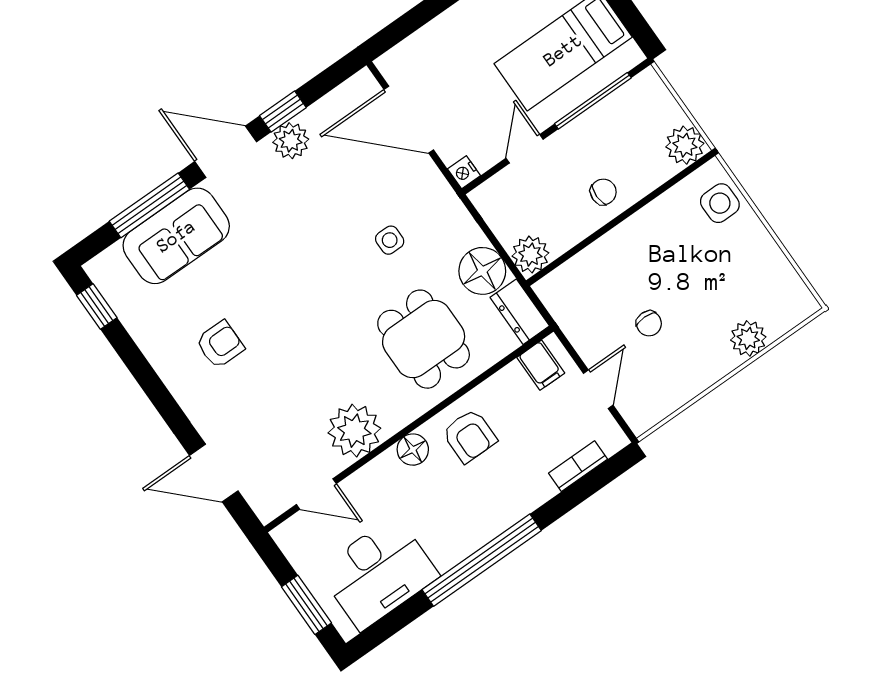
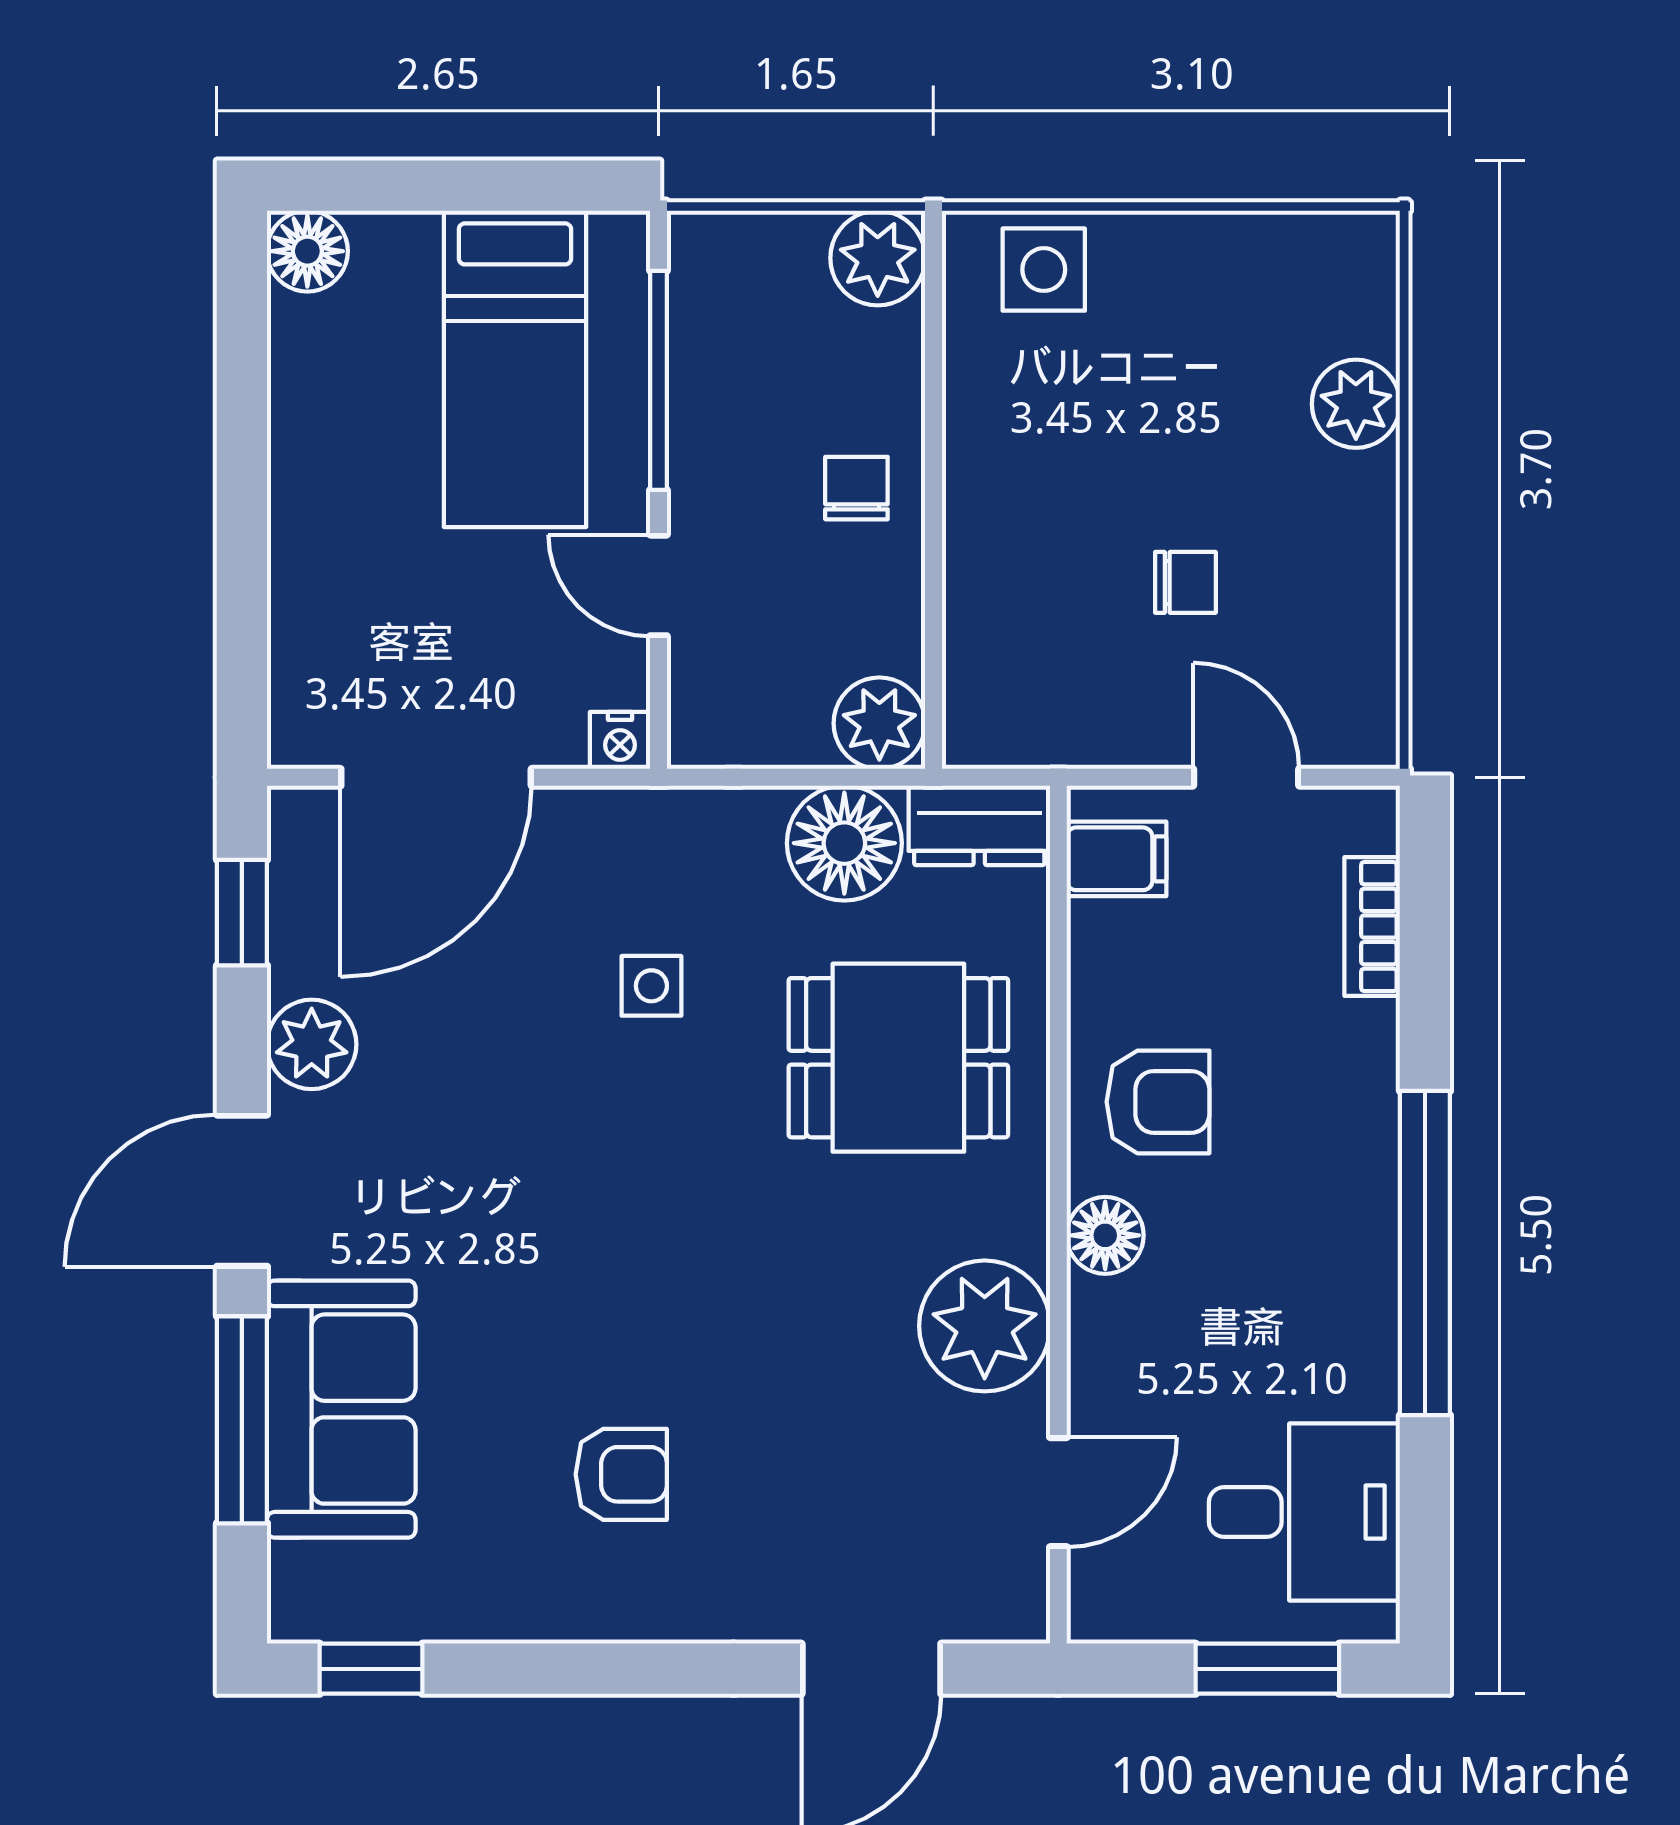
window: (283, 112) -> (242, 913), moved
armchair: (220, 344) -> (621, 1474), turned 90
desk: (378, 573) -> (1304, 1512), width x0.73

